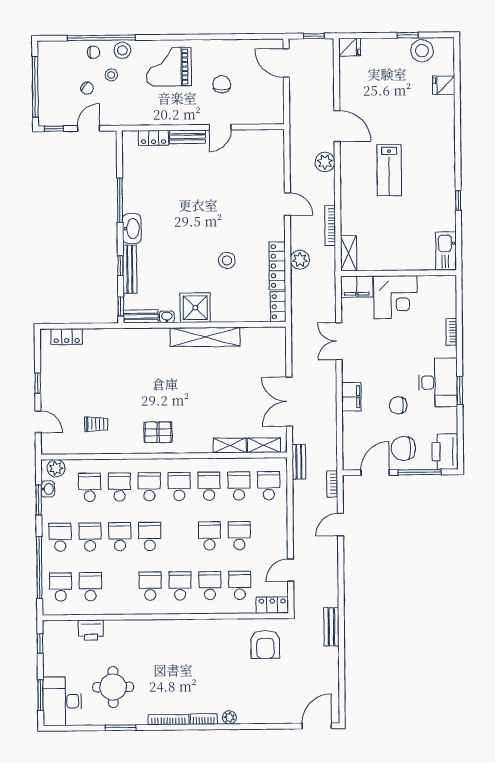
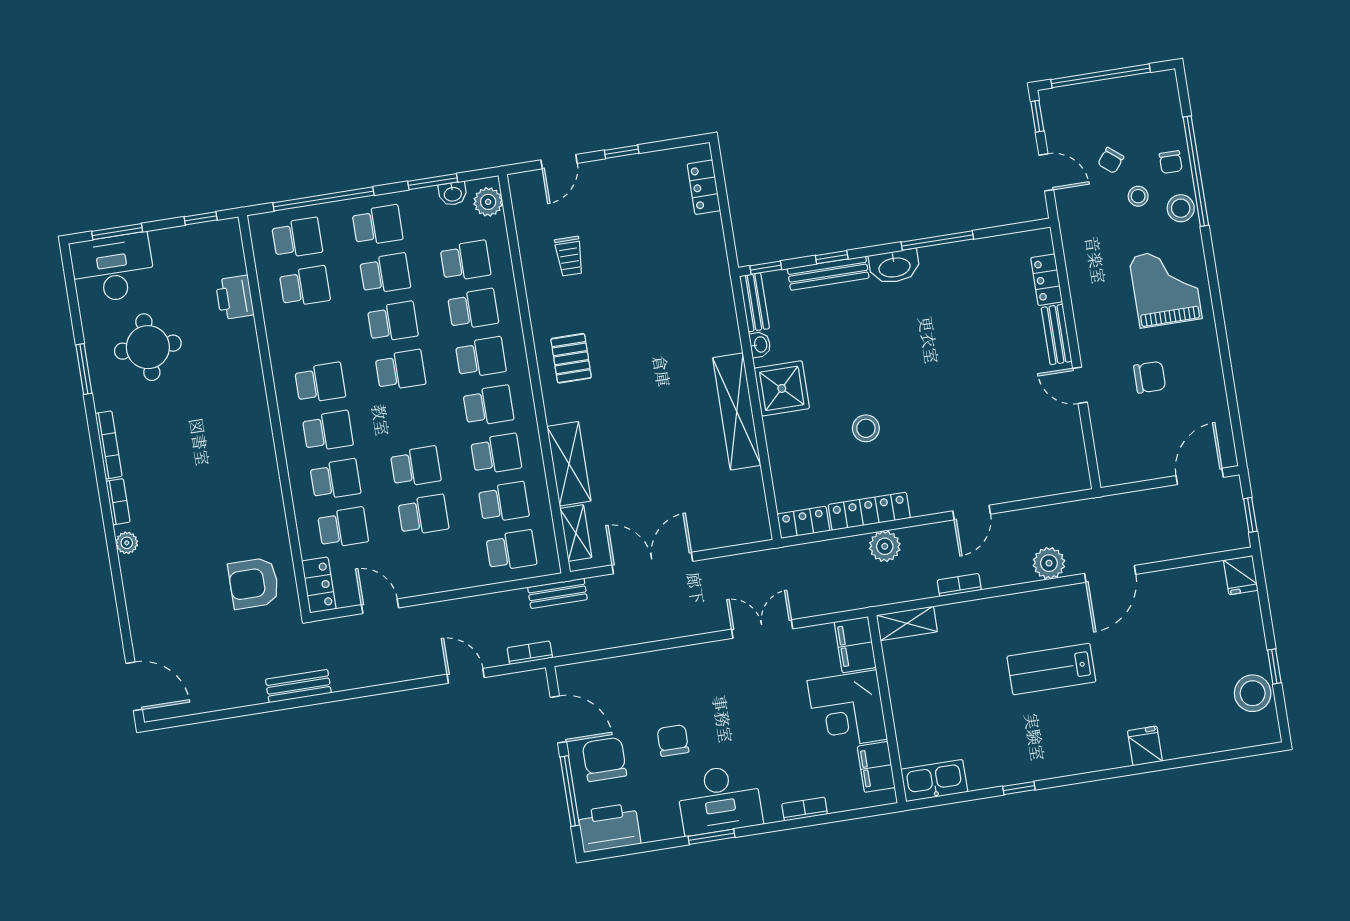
fridge: (444, 85) -> (1145, 746), moved
bookcase: (330, 225) -> (959, 585), width x0.64
filing cabinet: (351, 397) -> (876, 767), moved, turned 90
shelving: (230, 445) -> (569, 464), width x1.50, depth x1.33

